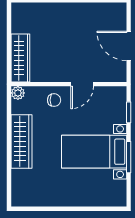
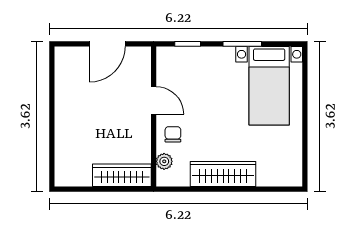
plant: (18, 93) -> (164, 161), moved
bed with nightstands: (94, 152) -> (269, 86), moved

